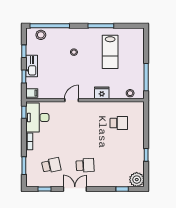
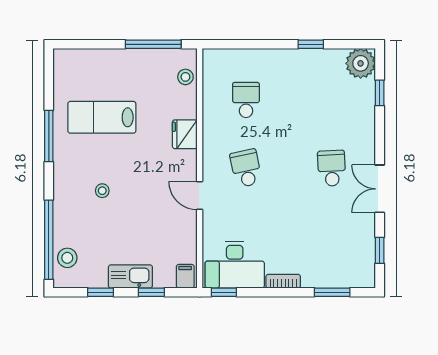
lab bench: (110, 52) -> (102, 117), turned 180
school desk: (51, 165) -> (246, 168), moved

